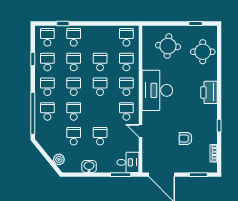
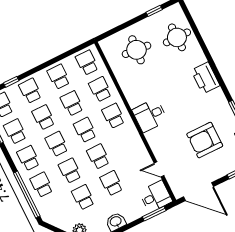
school desk: (100, 37) -> (59, 77), added
desk: (157, 90) -> (150, 115), width x0.53, depth x0.77
school desk: (126, 111) -> (98, 157), moved
door: (141, 131) -> (159, 169), moved
armchair: (185, 138) -> (205, 140), width x1.88, depth x1.88

